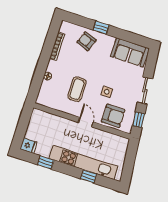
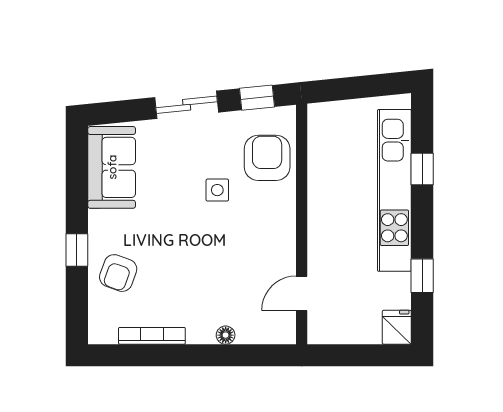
coffee table: (77, 89) -> (234, 259), removed
door: (86, 122) -> (302, 293), moved

